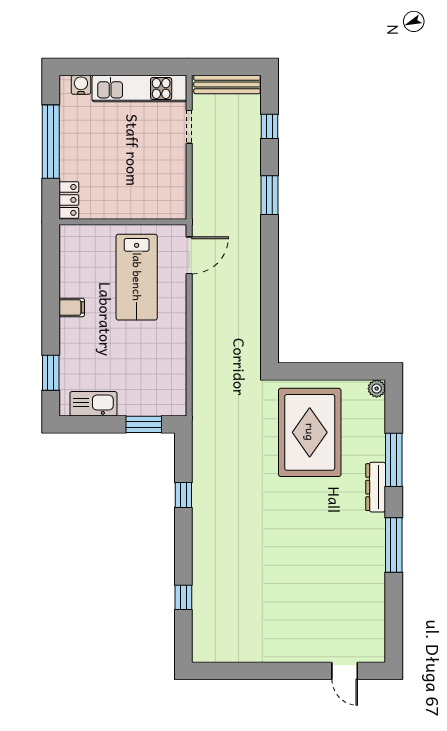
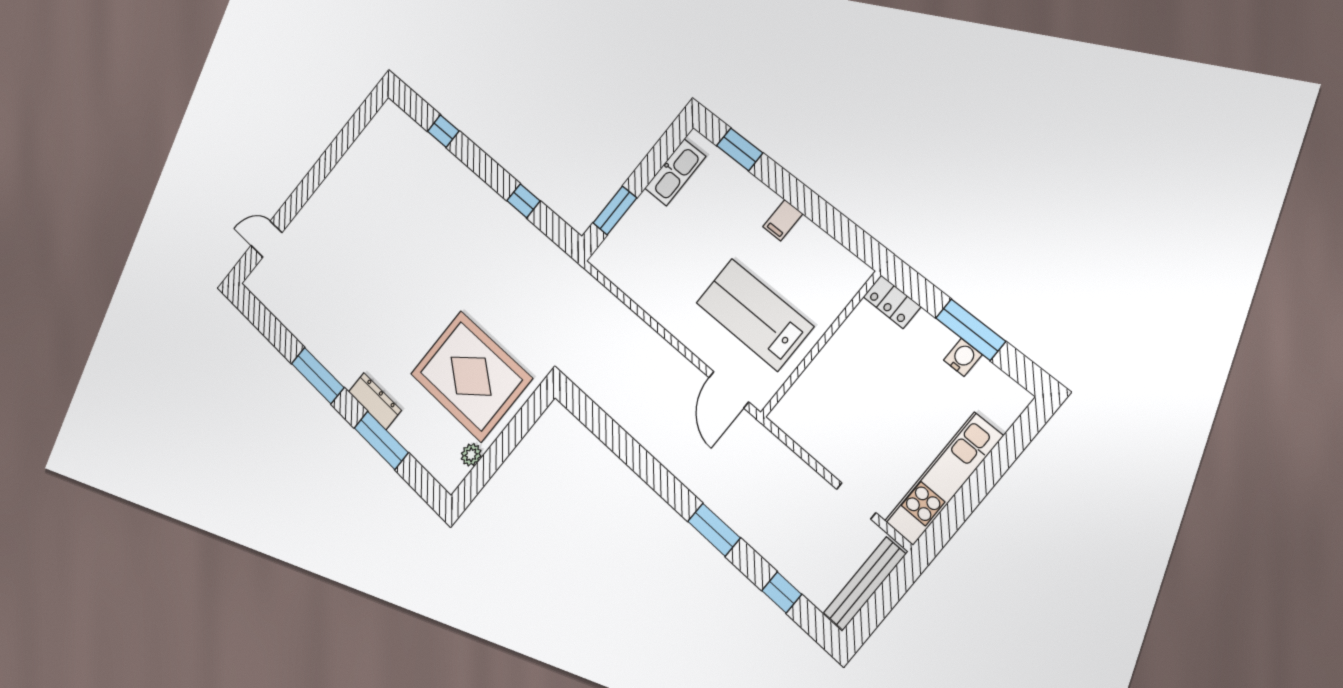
water cooler: (81, 85) -> (963, 357), moved, turned -90
window: (51, 142) -> (971, 330), width x0.68
plant: (377, 389) -> (471, 455), moved

